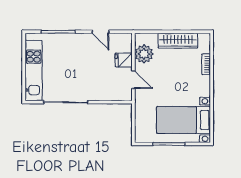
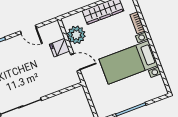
bed with nightstands: (183, 120) -> (128, 62), moved

